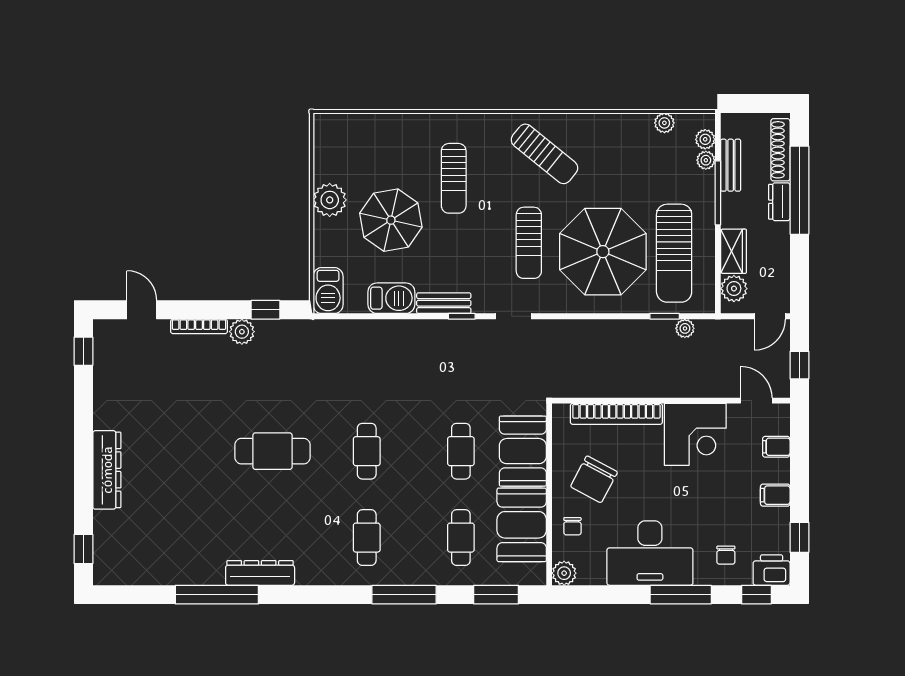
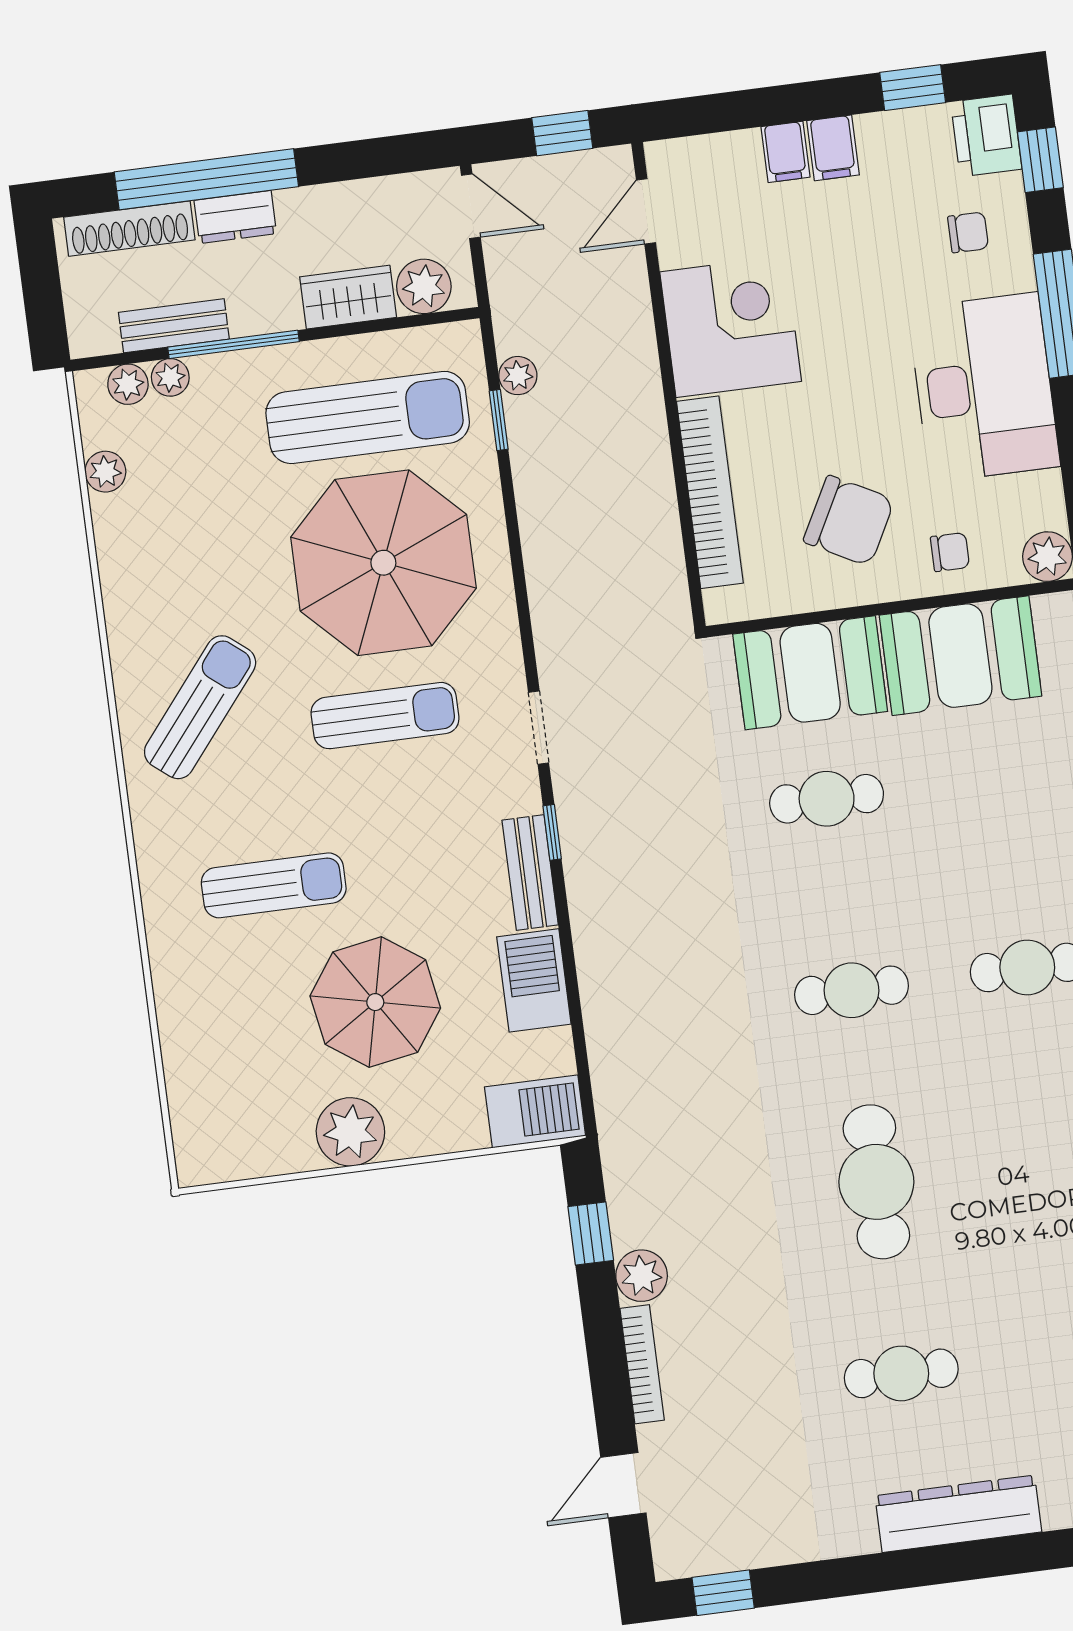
filing cabinet: (776, 447) -> (785, 152), moved
cafe table: (461, 538) -> (901, 1373), moved

